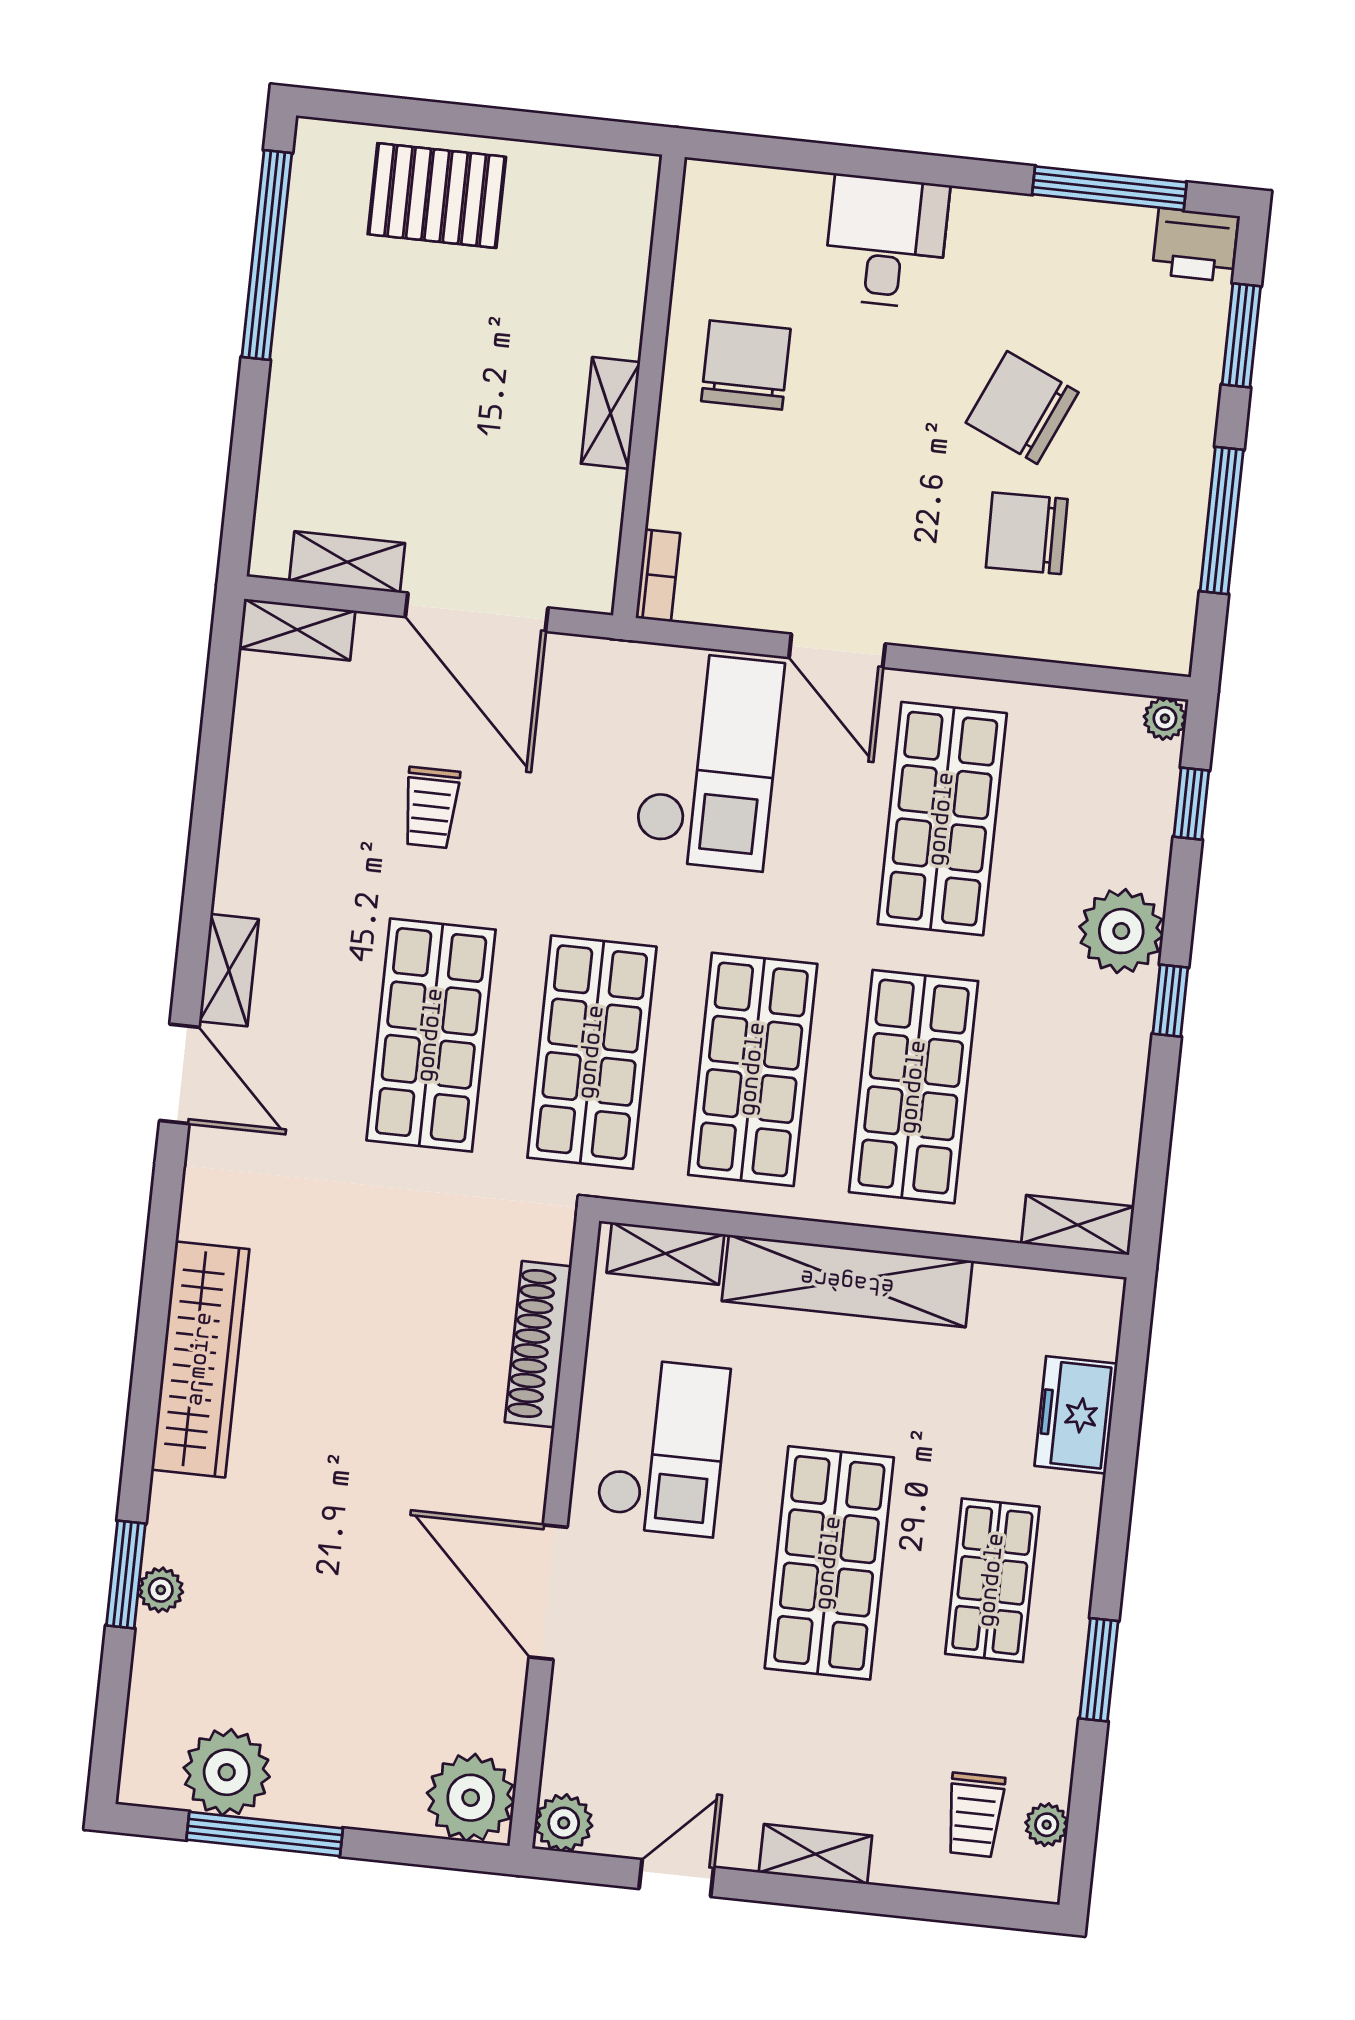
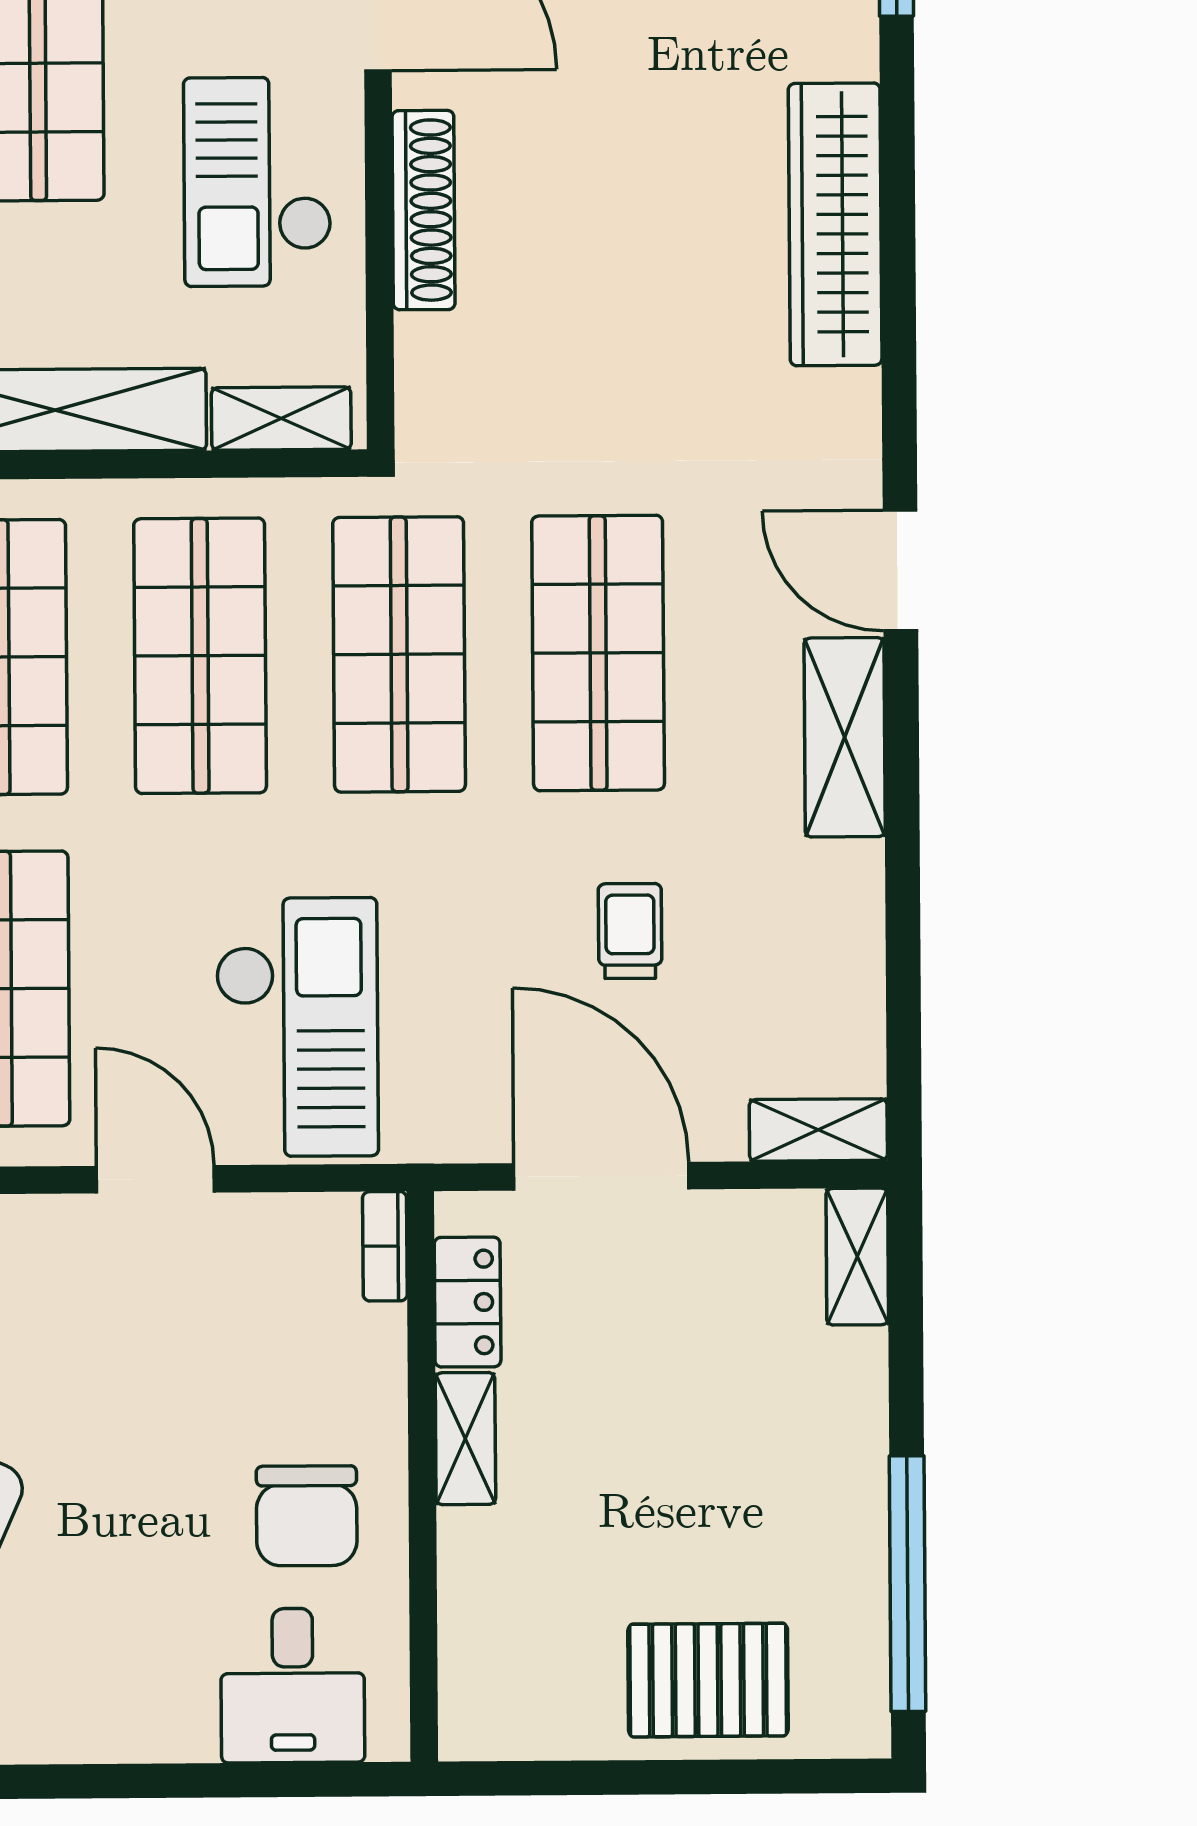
desk: (886, 241) -> (293, 1685), moved
locker: (596, 523) -> (468, 1302), added
shelving: (347, 562) -> (857, 1257), moved, turned 90
checkout: (709, 761) -> (297, 1027), turned 180
shelving: (229, 970) -> (845, 737), width x1.50, depth x1.33
shoe rack: (538, 1344) -> (424, 210), moved

